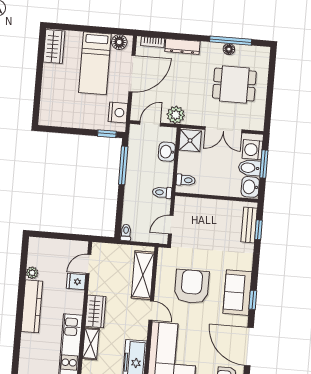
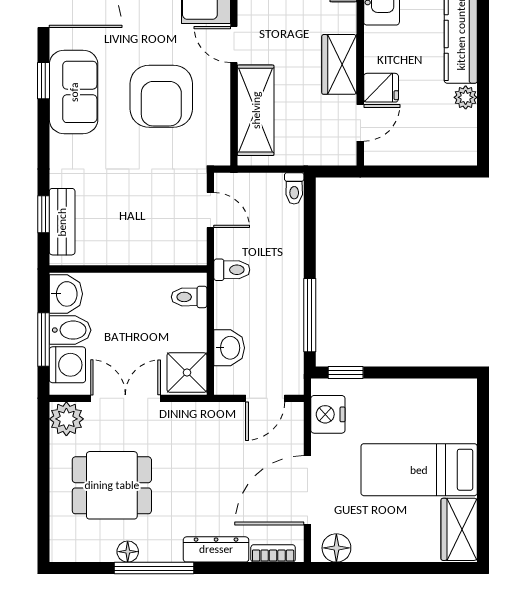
window: (231, 41) -> (154, 568), moved
bed: (95, 63) -> (419, 470), moved, turned -90
plant: (176, 115) -> (66, 419), moved
door: (171, 225) -> (210, 210), hinge flipped
wardrobe: (96, 311) -> (339, 64), moved

